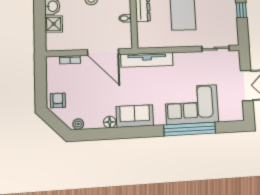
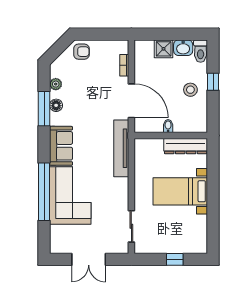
door: (103, 52) -> (131, 101), swing flipped
sofa: (135, 116) -> (61, 146), moved
plant: (78, 124) -> (56, 84), moved
window: (113, 133) -> (44, 109), added

